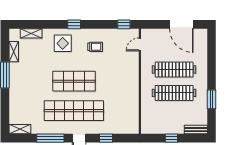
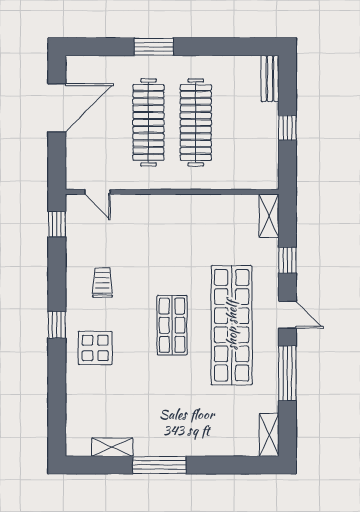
shelving: (31, 33) -> (269, 216), moved
shop shelf: (74, 81) -> (172, 325), width x0.70, depth x0.74
window: (211, 99) -> (154, 47), moved

